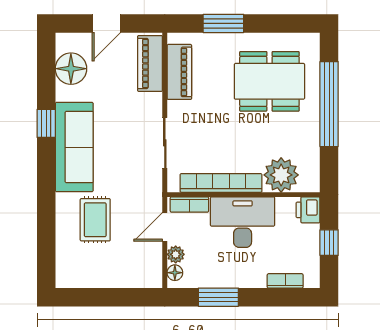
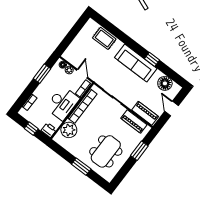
window: (329, 104) -> (81, 167), width x0.47
rug: (95, 220) -> (104, 38), moved

